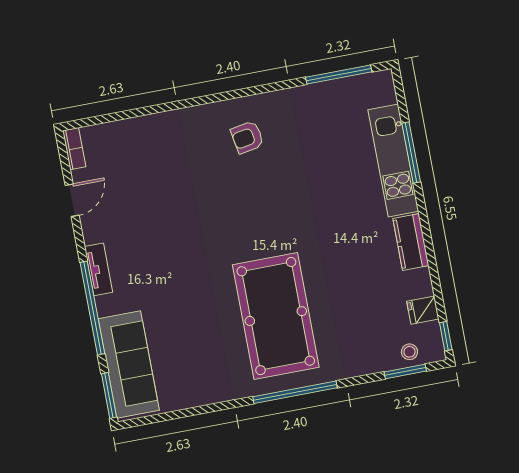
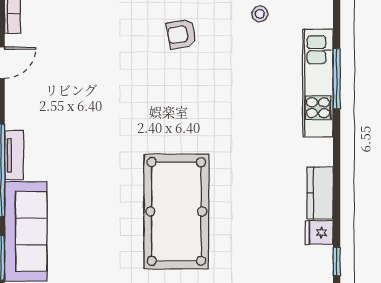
kitchen counter: (411, 242) -> (320, 193), moved
tv unit: (99, 269) -> (14, 155), moved
stool: (409, 352) -> (260, 14), moved

